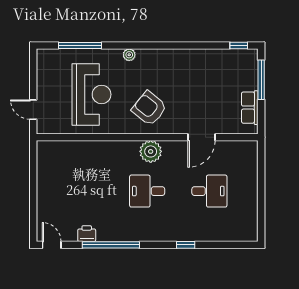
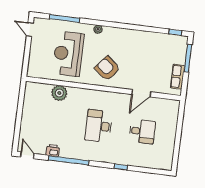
reception desk: (91, 94) -> (68, 54), turned 180
door: (33, 110) -> (30, 30), moved
plant: (151, 151) -> (59, 93), moved
desk: (147, 191) -> (99, 126), width x1.37

